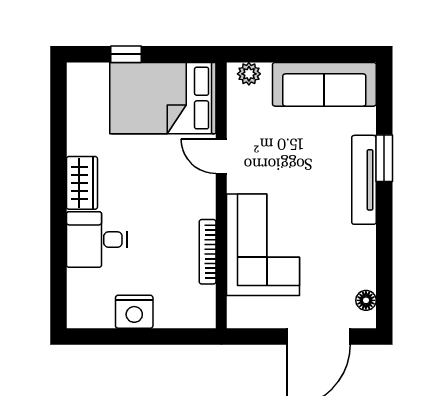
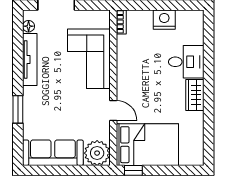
window: (126, 54) -> (133, 170), moved
plant: (249, 74) -> (97, 153), width x1.88, depth x1.88
tv unit: (364, 180) -> (30, 60), moved
bookcase: (208, 252) -> (121, 22), moved, width x0.64

